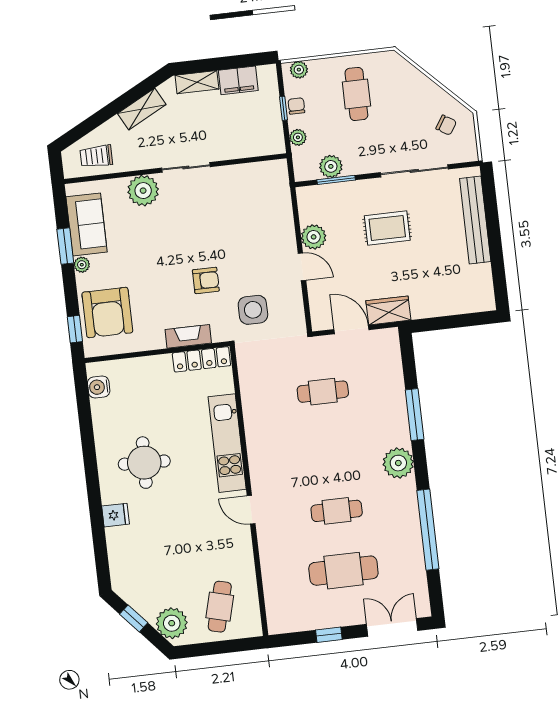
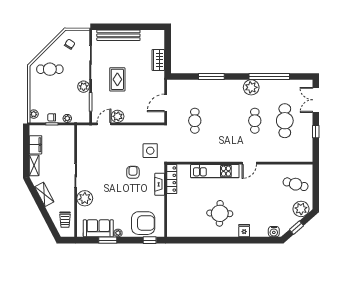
cafe table: (356, 94) -> (50, 69), moved
plant: (331, 166) -> (84, 87), moved
door: (302, 267) -> (104, 124), moved
wardrobe: (388, 310) -> (158, 60), moved
water cooler: (99, 387) -> (274, 232), moved
plant: (398, 463) -> (251, 87), moved

